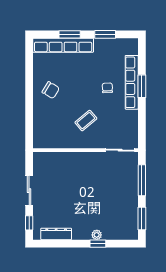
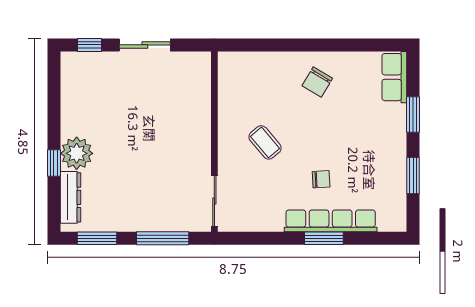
row of seats: (63, 45) -> (394, 77), width x0.50
dresser: (56, 234) -> (71, 197), moved
plant: (97, 235) -> (77, 153), width x1.87, depth x1.87

